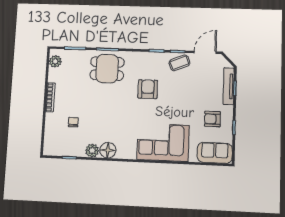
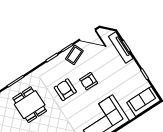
door: (205, 52) -> (87, 35), swing flipped
dining table: (107, 69) -> (30, 105), moved, turned 90
armchair: (212, 119) -> (89, 81), moved

